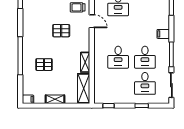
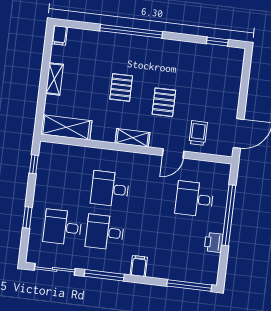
shelving: (85, 62) -> (133, 138), moved
pallet: (44, 65) -> (121, 87), moved

